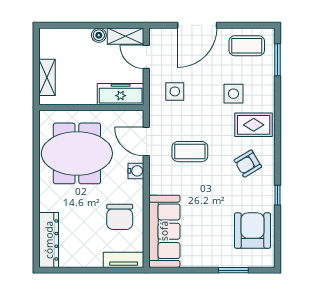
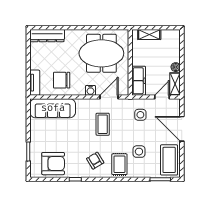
coffee table: (247, 46) -> (169, 160), width x1.36, depth x1.32
meeting table: (77, 153) -> (101, 53), turned 90

